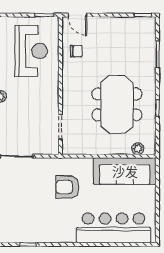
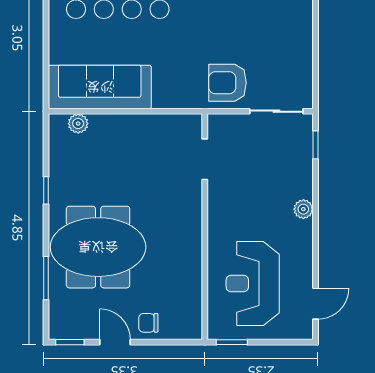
door: (77, 15) -> (115, 342), moved
chair: (76, 51) -> (148, 323), moved
meeting table: (117, 104) -> (98, 247), moved, turned 90
armchair: (67, 187) -> (227, 83), moved, turned 180

